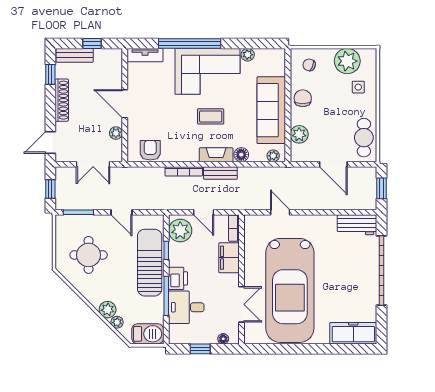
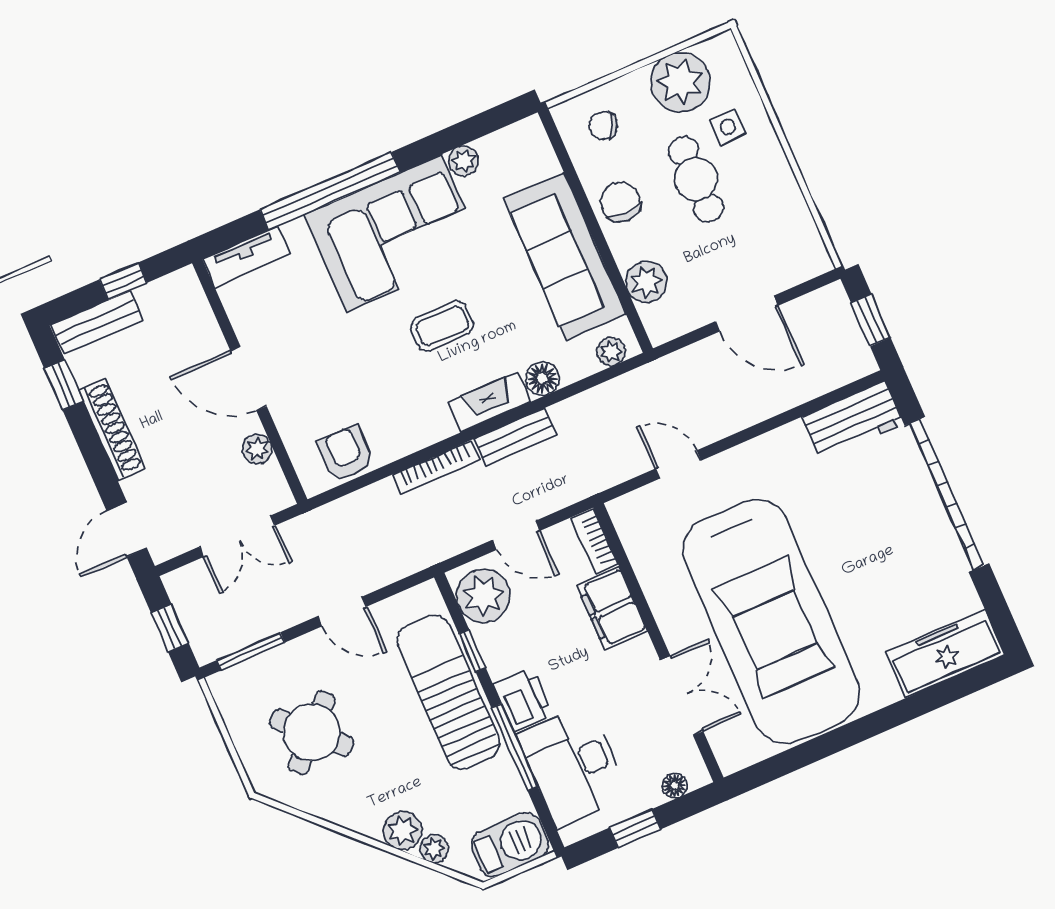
cafe table: (364, 138) -> (696, 179), moved
round table: (89, 255) -> (312, 733), turned 45
desk: (186, 307) -> (573, 766), width x1.37

